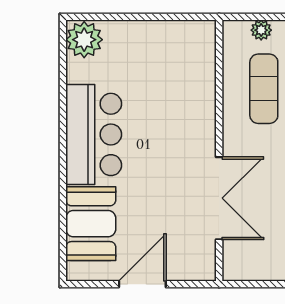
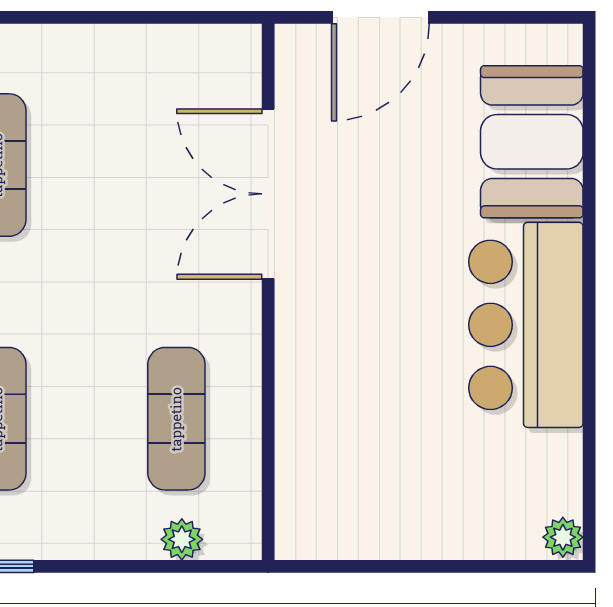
plant: (84, 40) -> (563, 537), width x0.53, depth x0.53
door: (142, 284) -> (380, 17), moved

